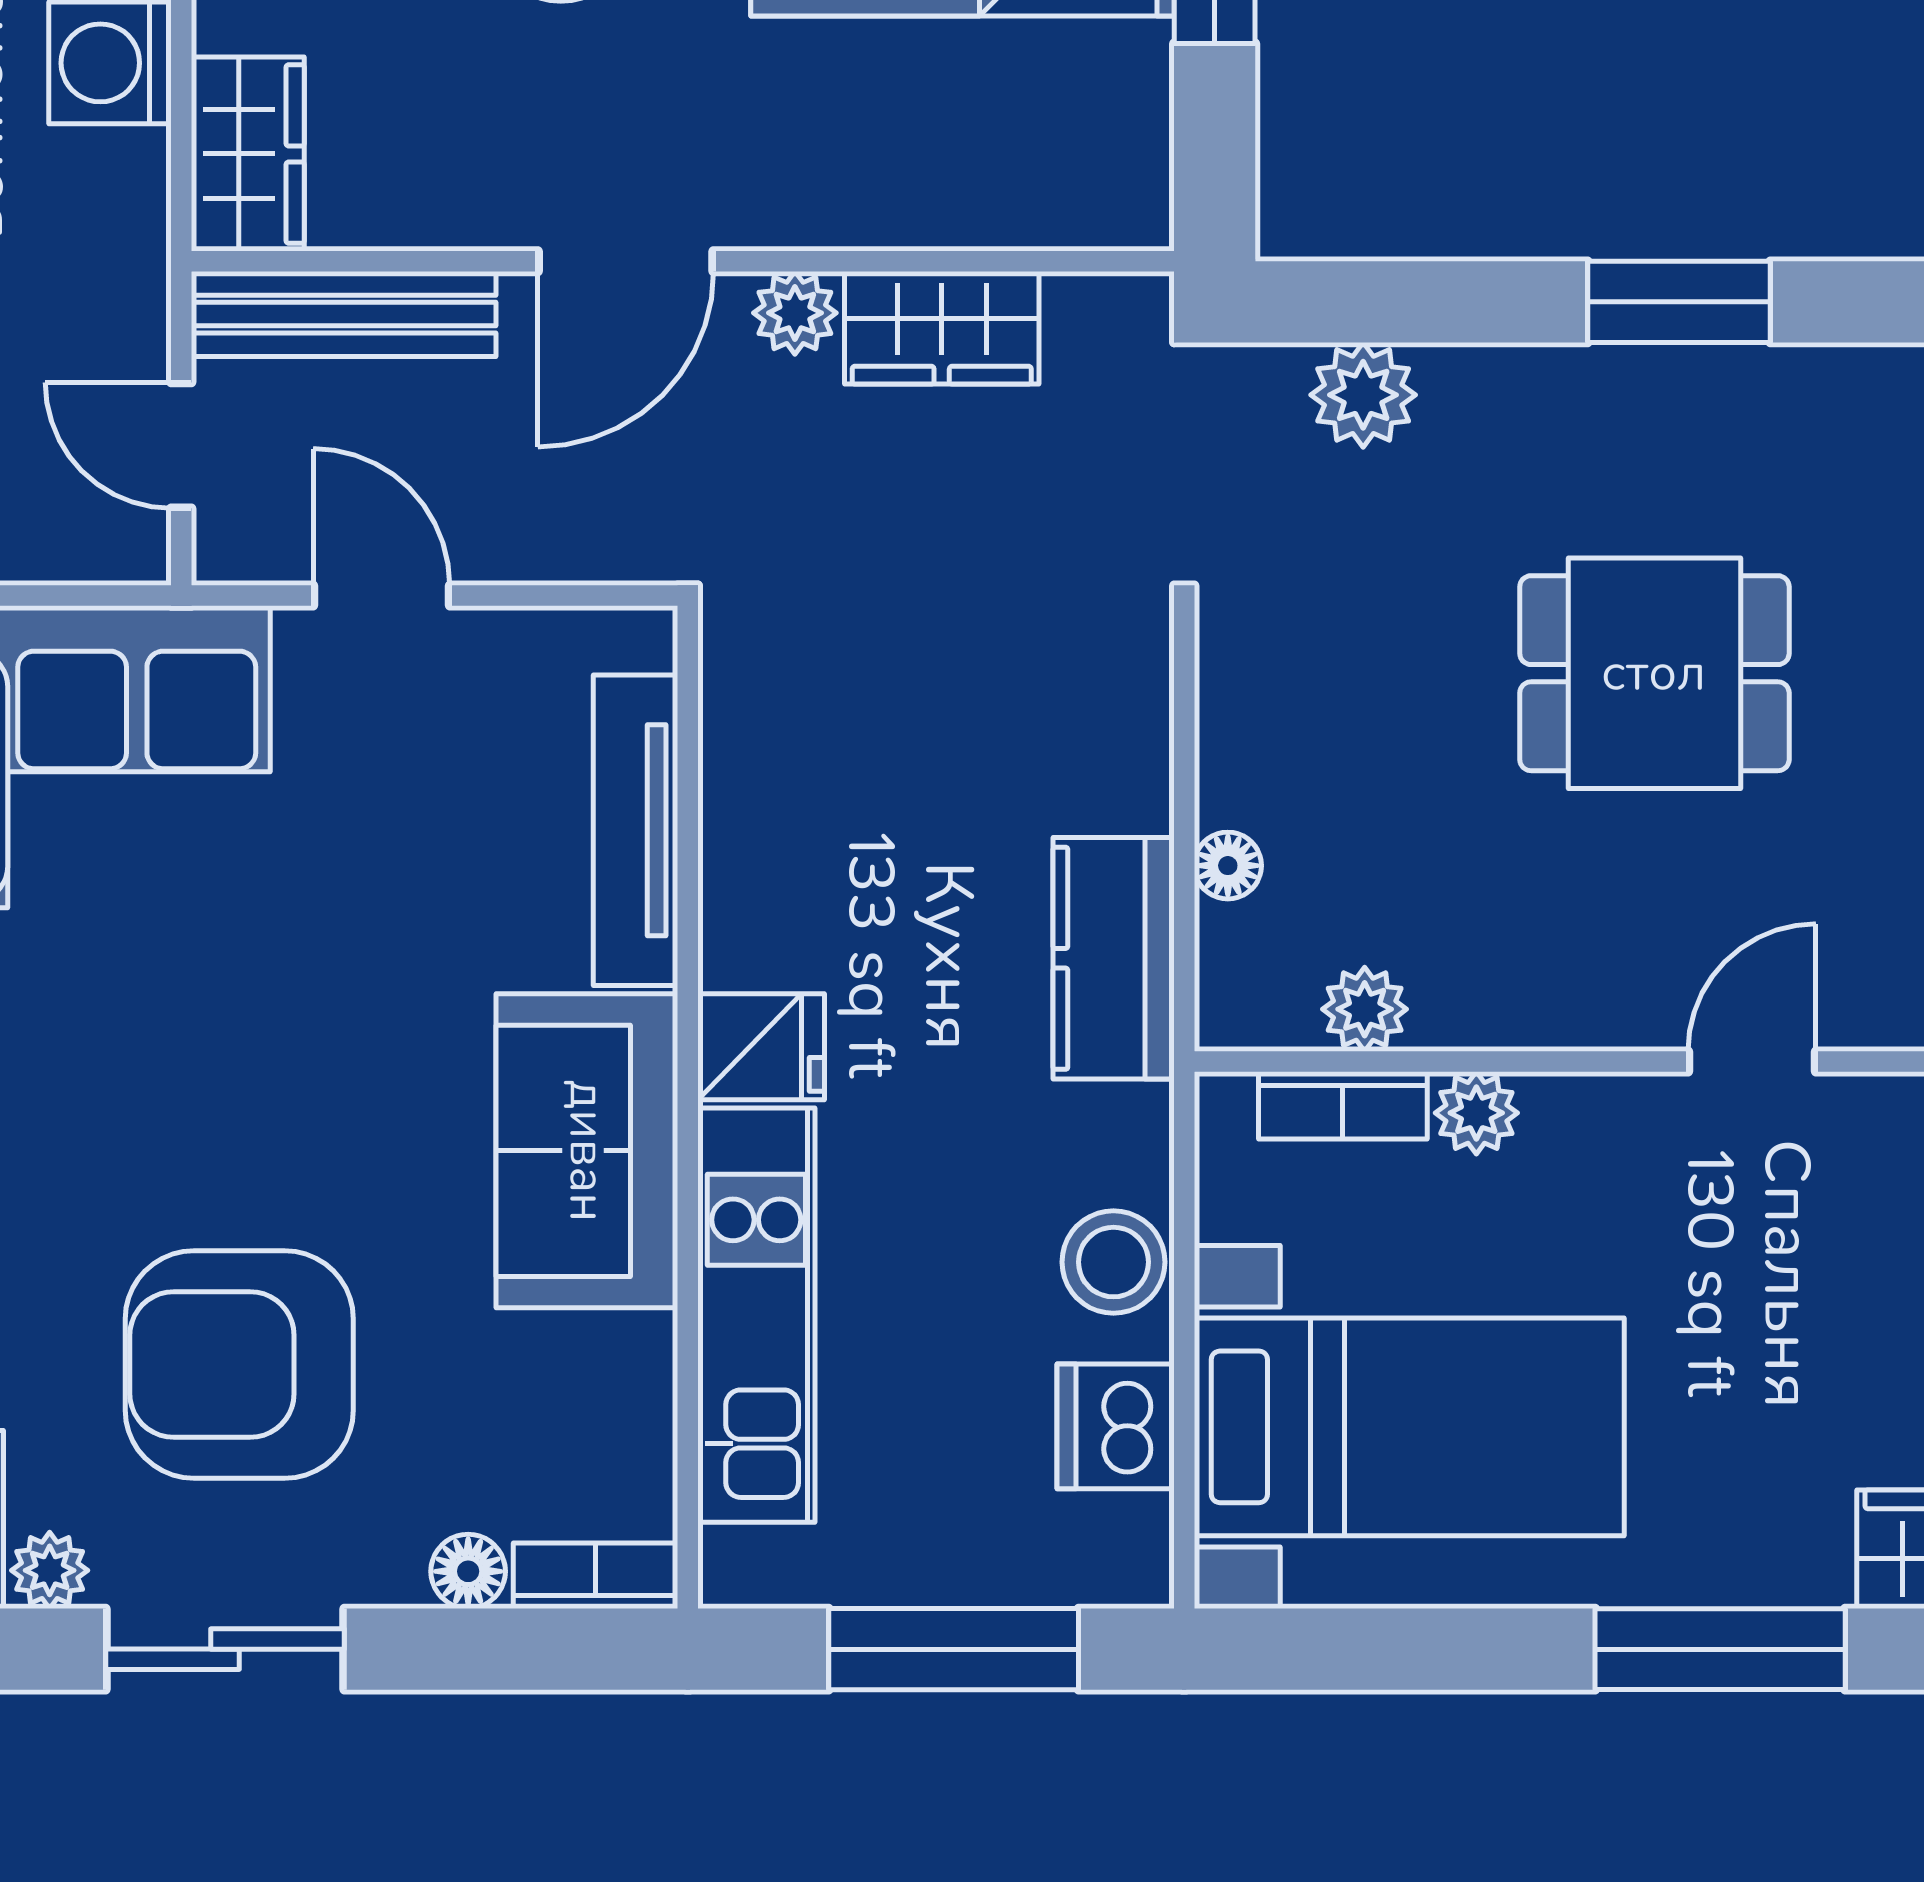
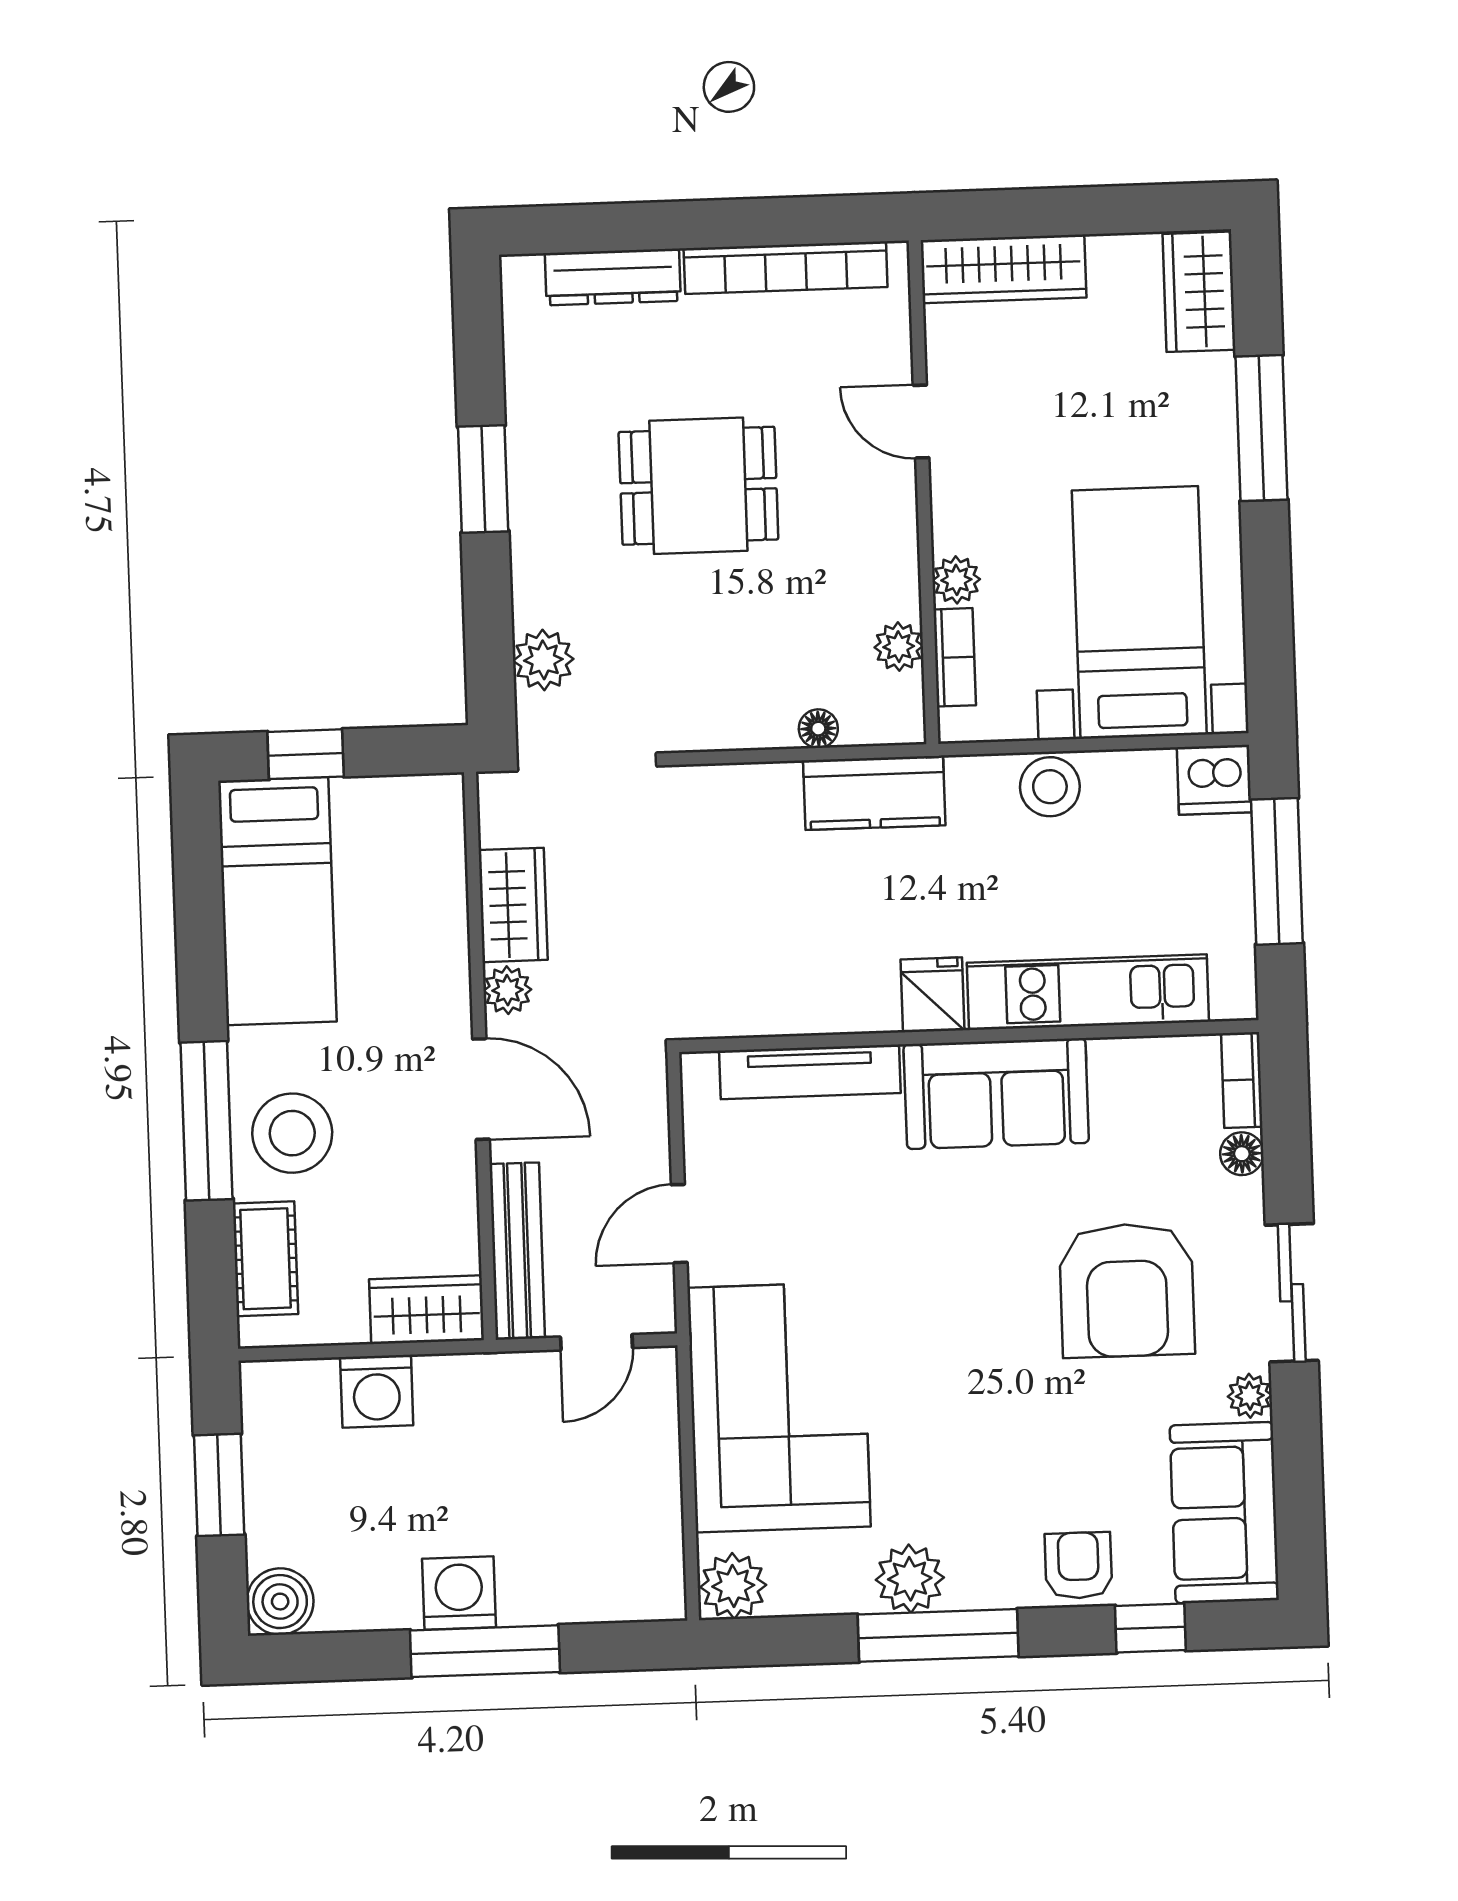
dining table: (1654, 673) -> (698, 486), turned 90
dishwasher: (1116, 1426) -> (1214, 780), moved

